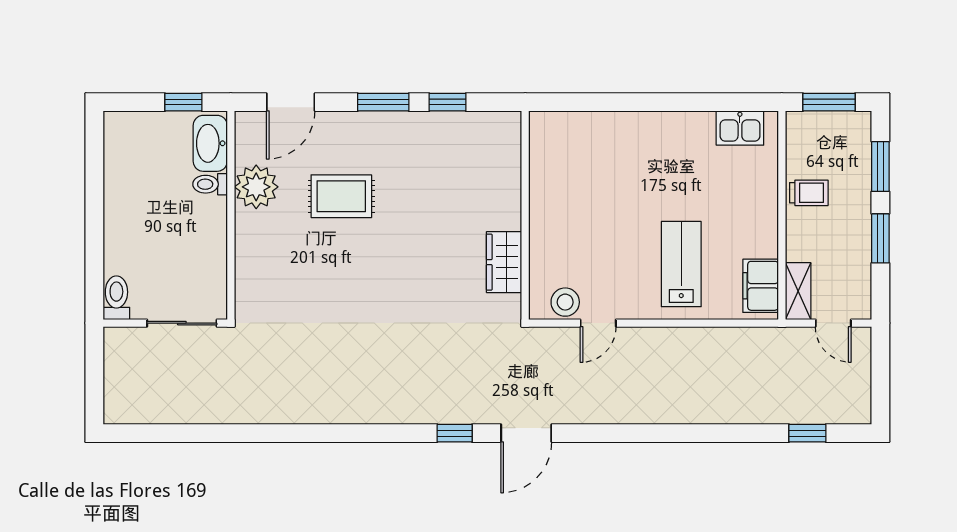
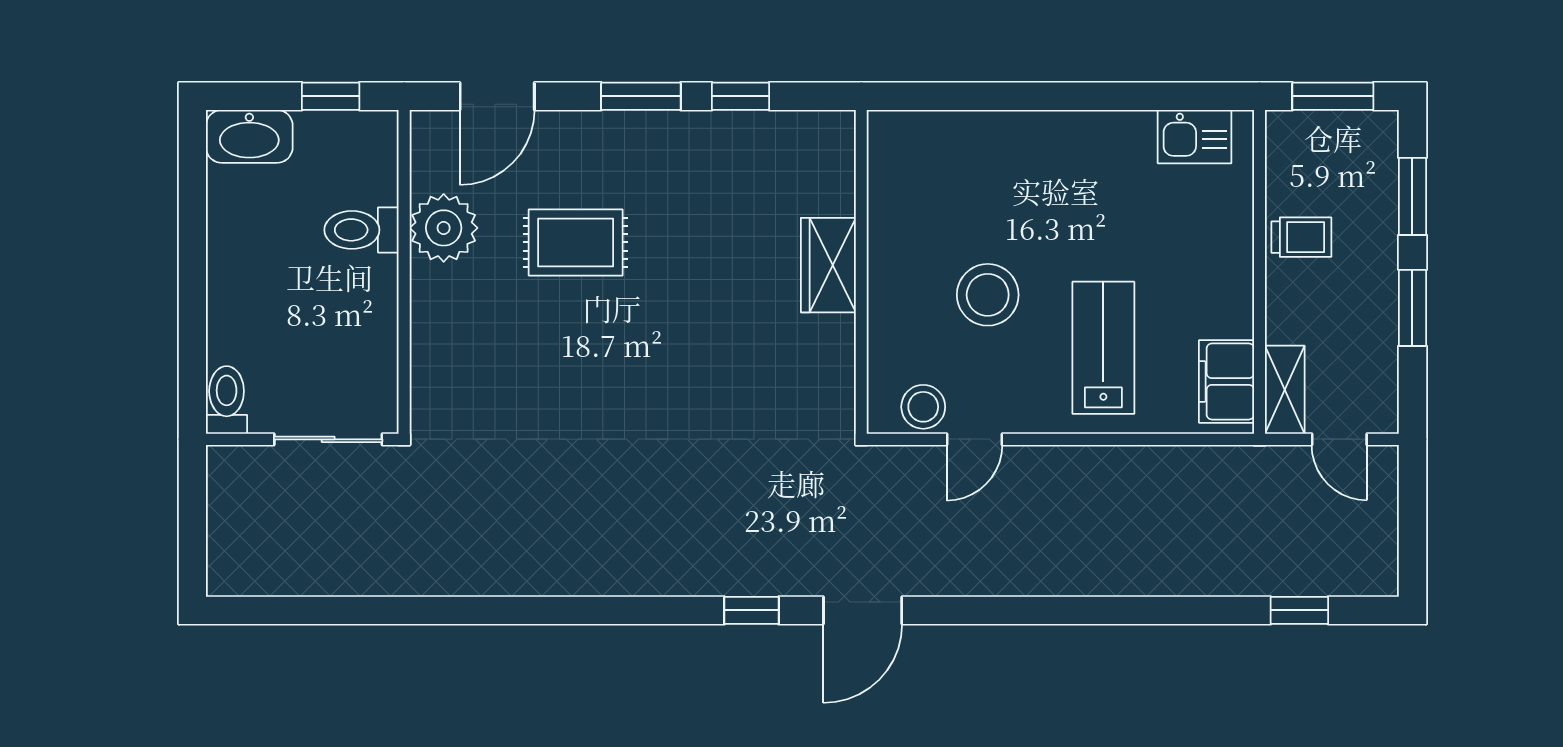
washbasin: (210, 143) -> (249, 136), moved, turned -90
toilet: (210, 184) -> (362, 230), width x1.37, depth x1.39
stool: (607, 230) -> (988, 295), added
wardrobe: (504, 262) -> (828, 265), moved

